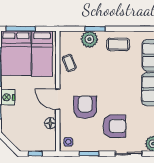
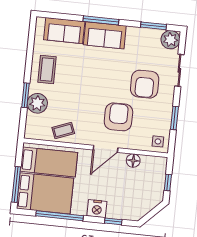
armchair: (85, 107) -> (118, 117), turned 90
armchair: (114, 126) -> (145, 84), turned 180

